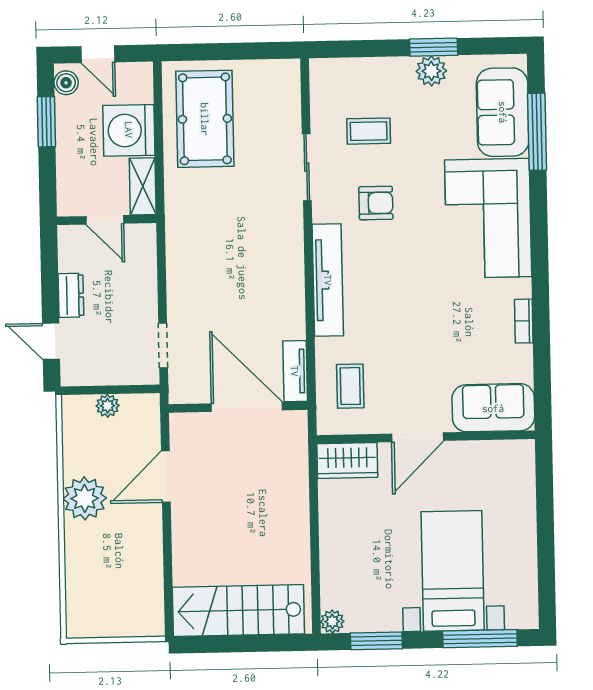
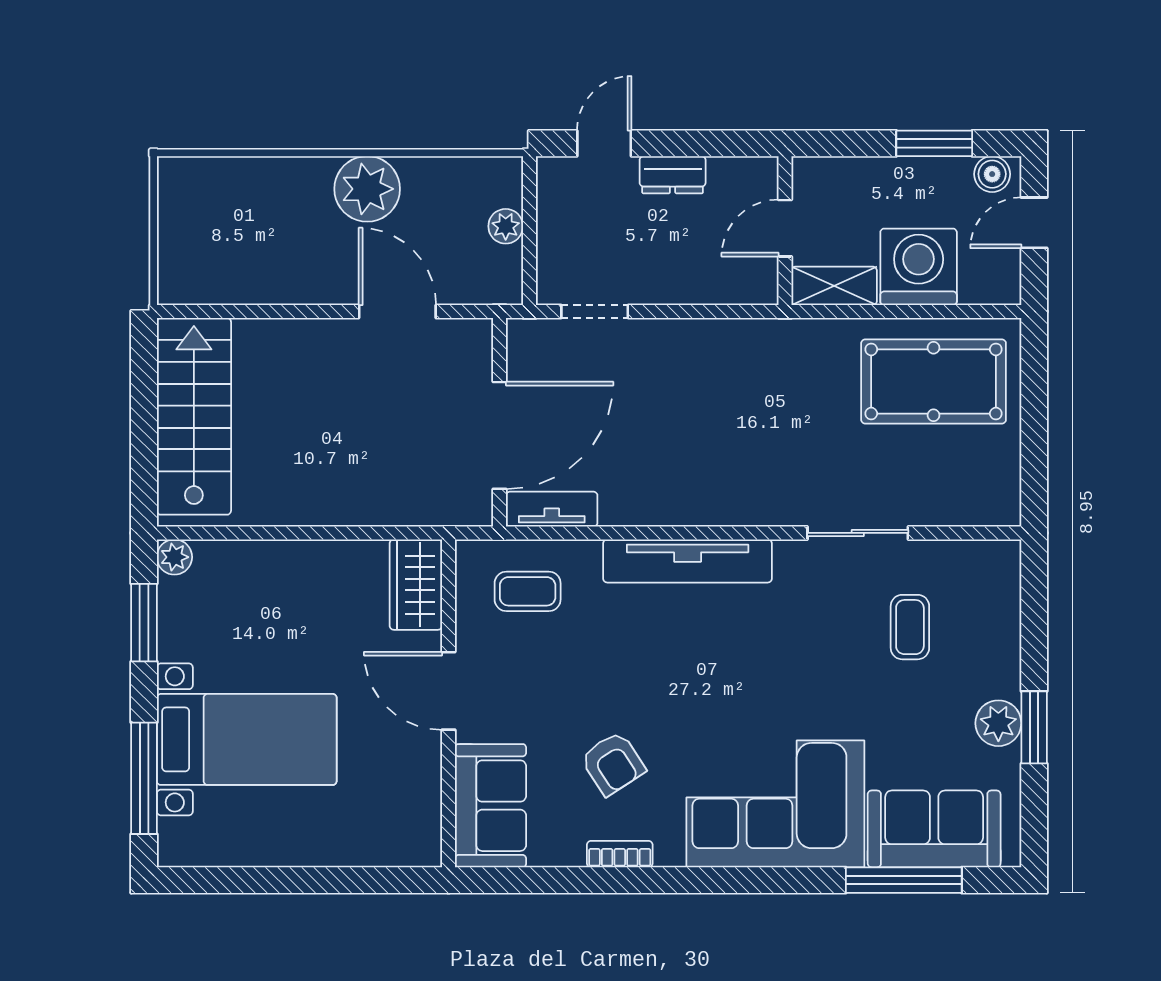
armchair: (376, 203) -> (613, 763), moved, turned -33

